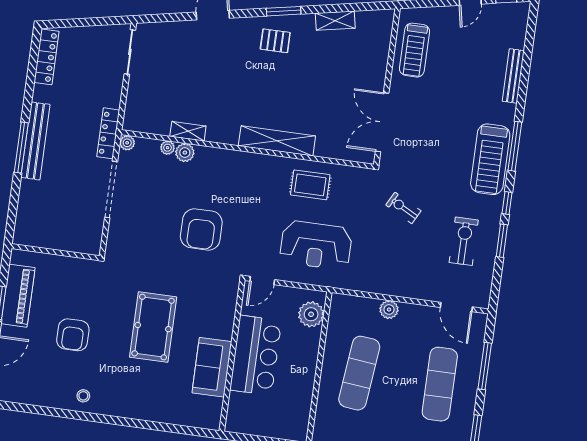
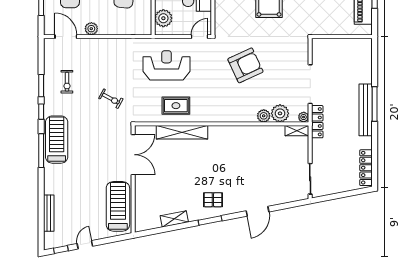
treadmill: (415, 50) -> (118, 206), width x1.37, depth x1.38
bench: (513, 76) -> (49, 213), moved
shelving: (188, 131) -> (297, 131), moved
shelving: (277, 141) -> (182, 132), moved
plant: (167, 148) -> (280, 113), width x1.88, depth x1.88
armchair: (201, 229) -> (245, 65), turned 65
exercise bike: (464, 241) -> (67, 82), width x0.73, depth x0.72
plant: (389, 309) -> (91, 29), moved

